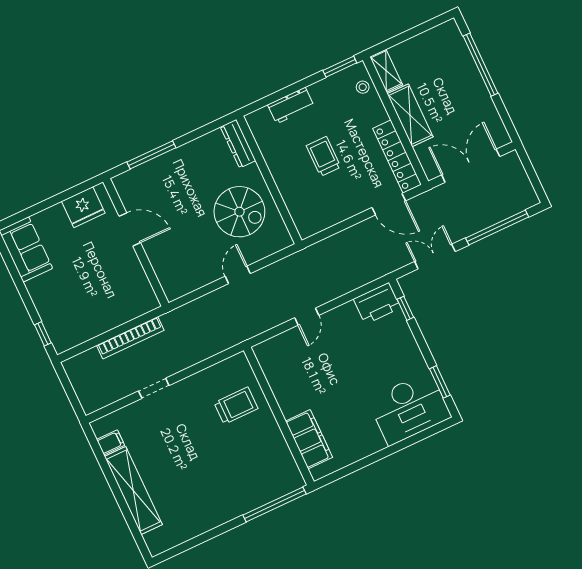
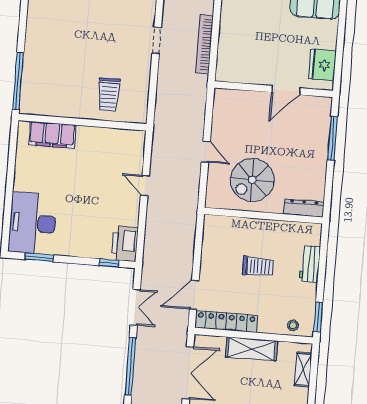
shelving: (386, 71) -> (303, 370), moved, turned 90

